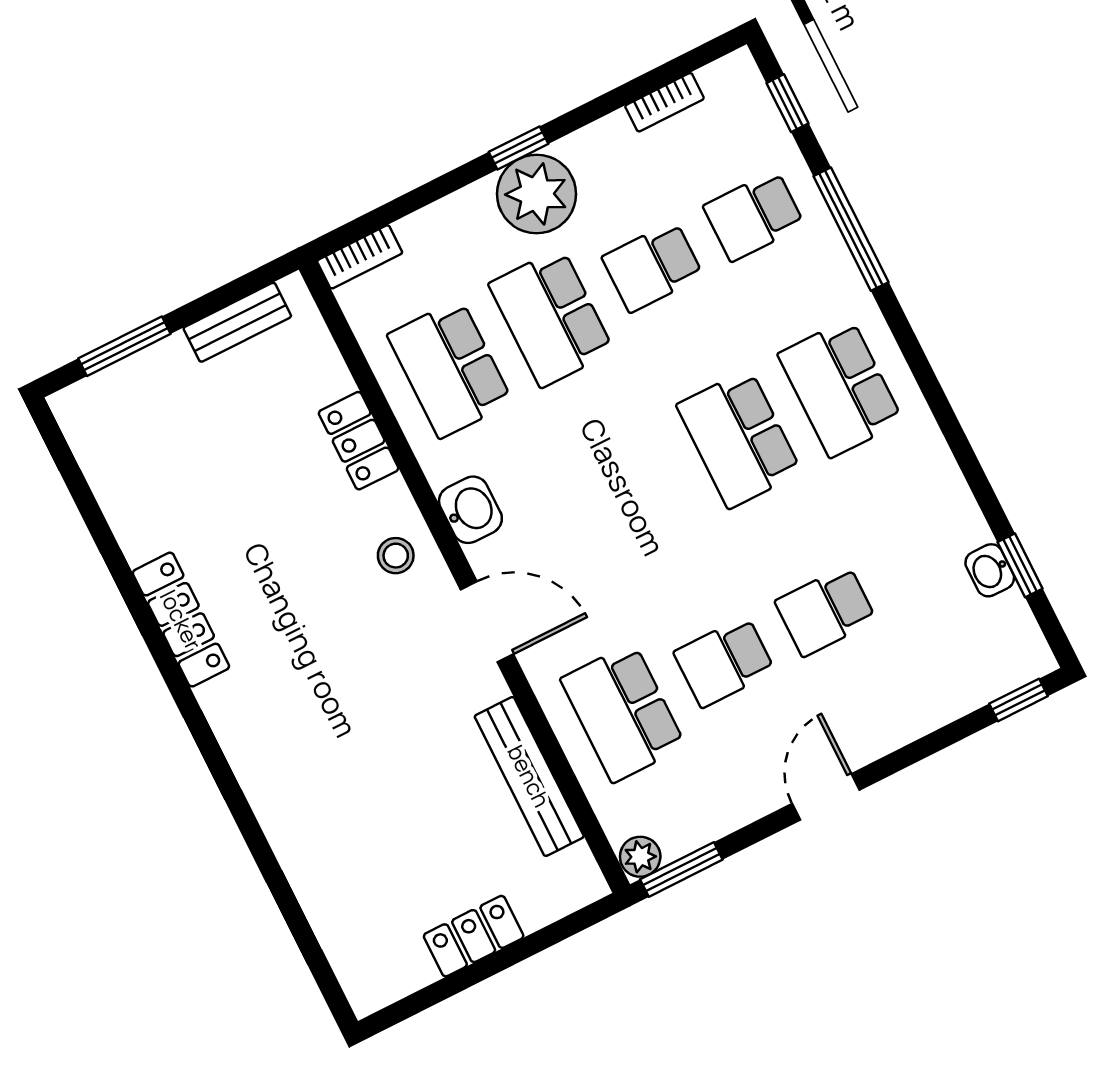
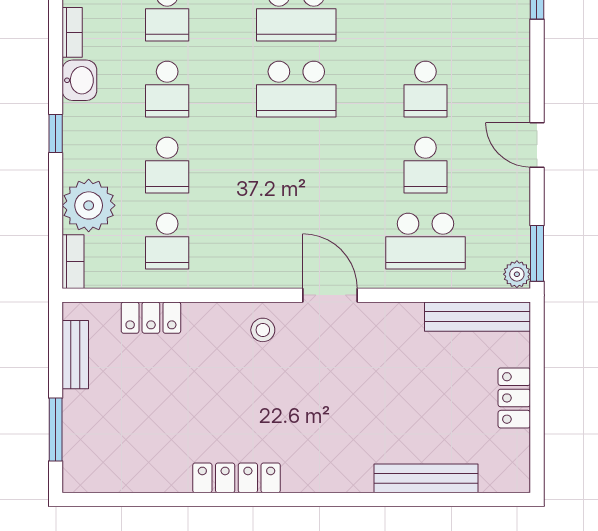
plant: (537, 194) -> (89, 205), moved
school desk: (551, 318) -> (167, 165), width x0.54
school desk: (450, 369) -> (167, 241), width x0.54
locker: (359, 441) -> (151, 318), moved
washbasin: (470, 510) -> (79, 80), moved, turned 90
door: (487, 622) -> (330, 295), hinge flipped
bench: (529, 776) -> (477, 317), moved
bench: (307, 872) -> (426, 478), added

